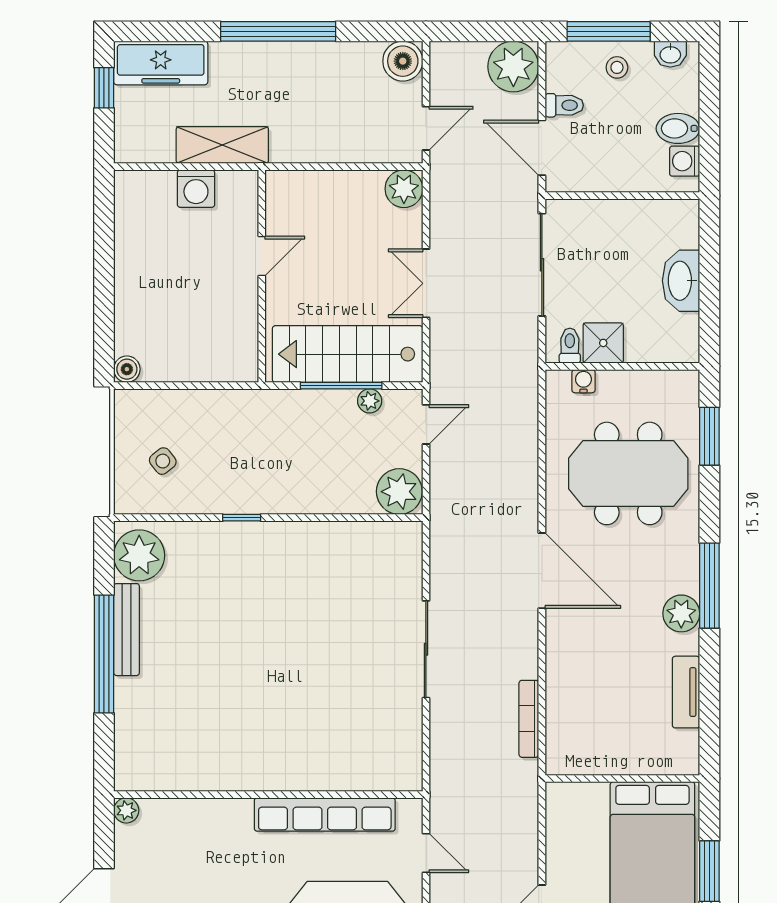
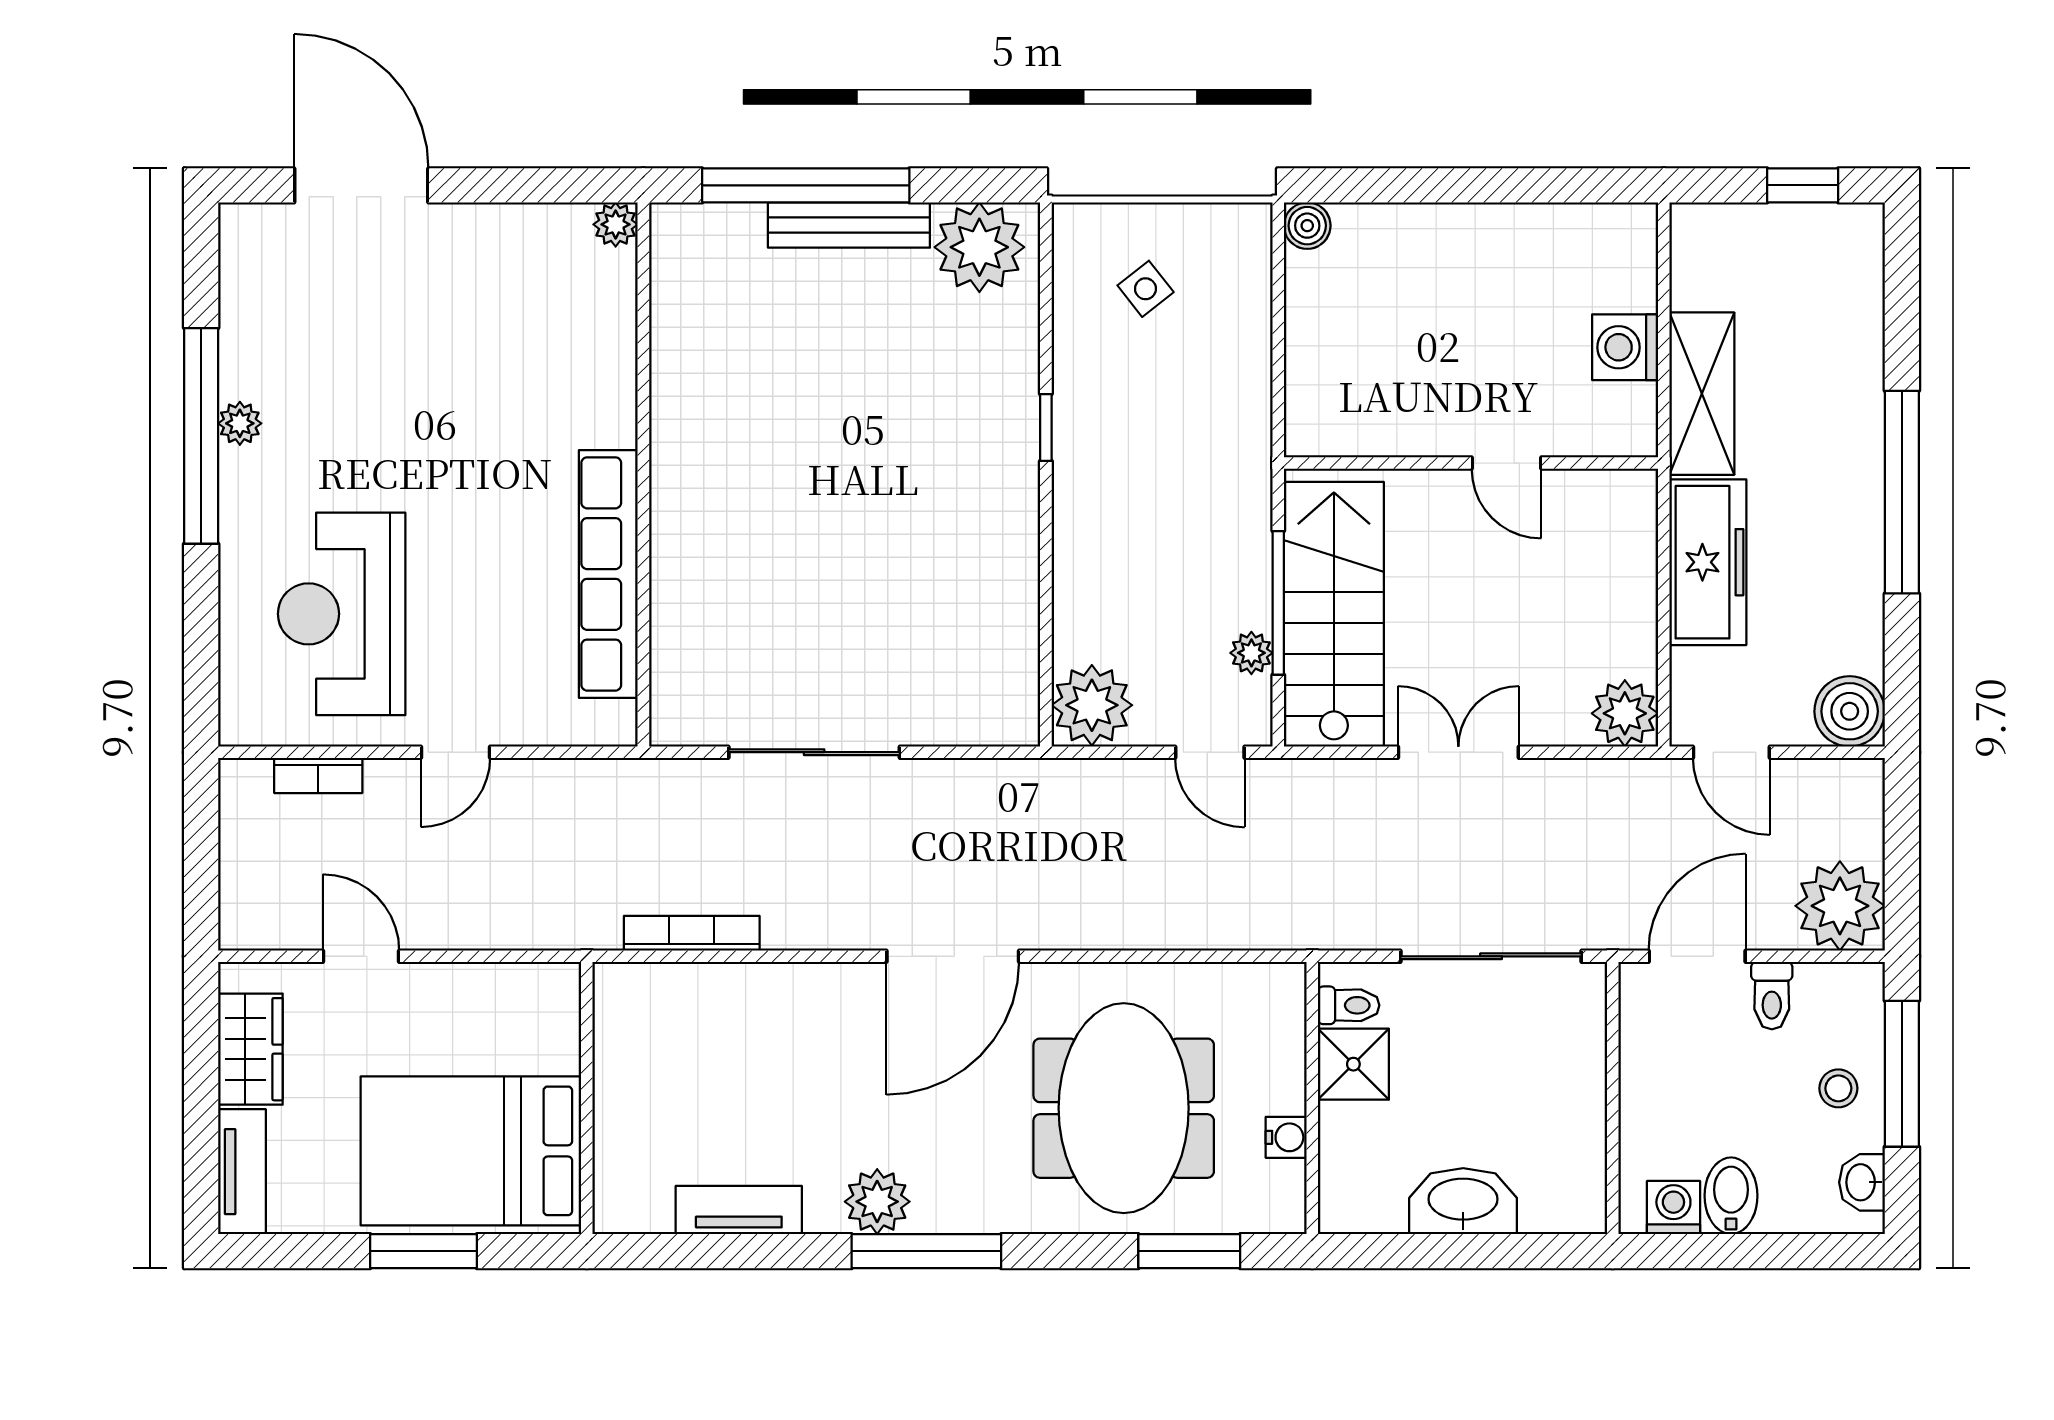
freezer: (161, 63) -> (1708, 562), moved, turned 180
water cooler: (583, 381) -> (1286, 1137), moved
wall: (268, 795) -> (643, 474), moved
plant: (126, 810) -> (616, 224), moved
row of seats: (325, 815) -> (608, 574), moved

